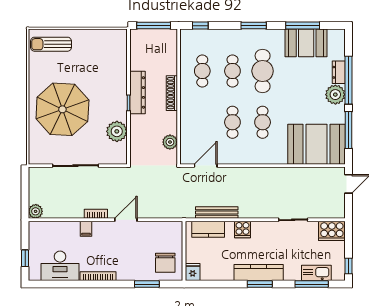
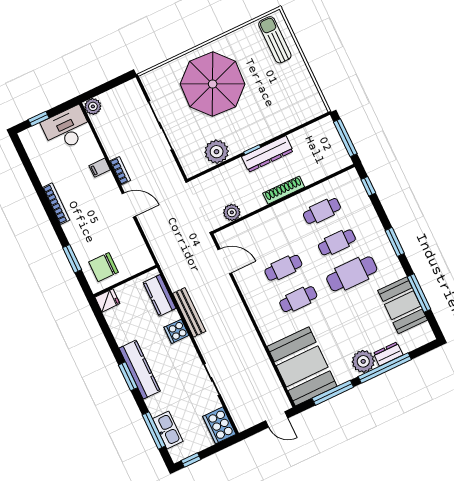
bench: (217, 213) -> (189, 312), moved
desk: (60, 266) -> (67, 129), moved, turned 90

